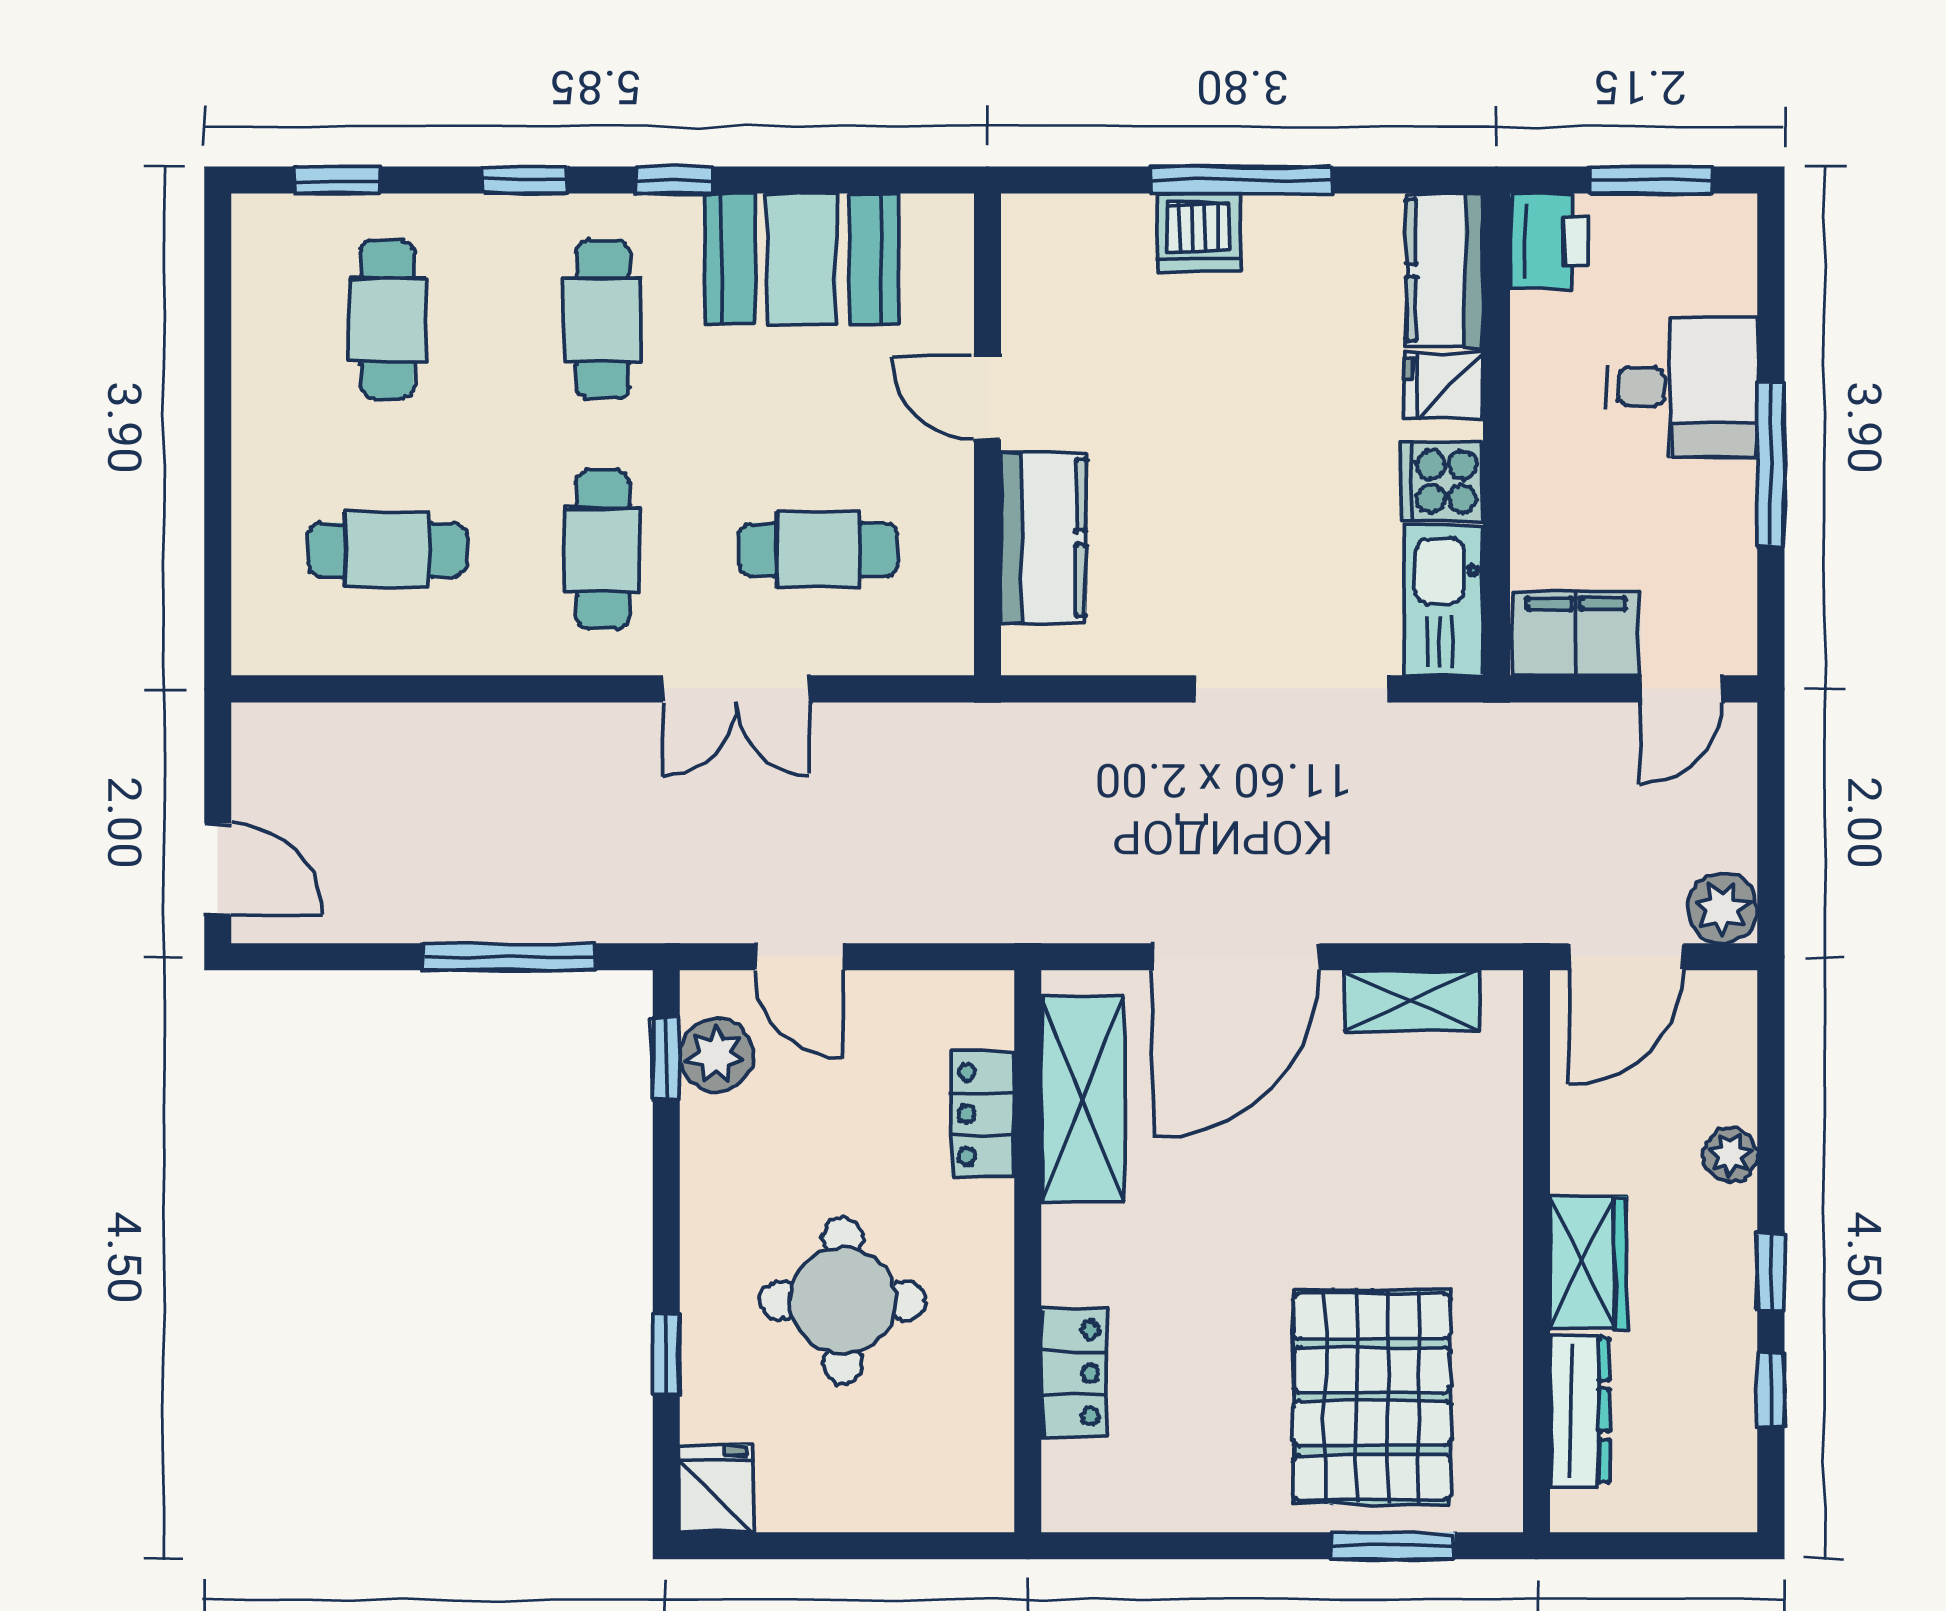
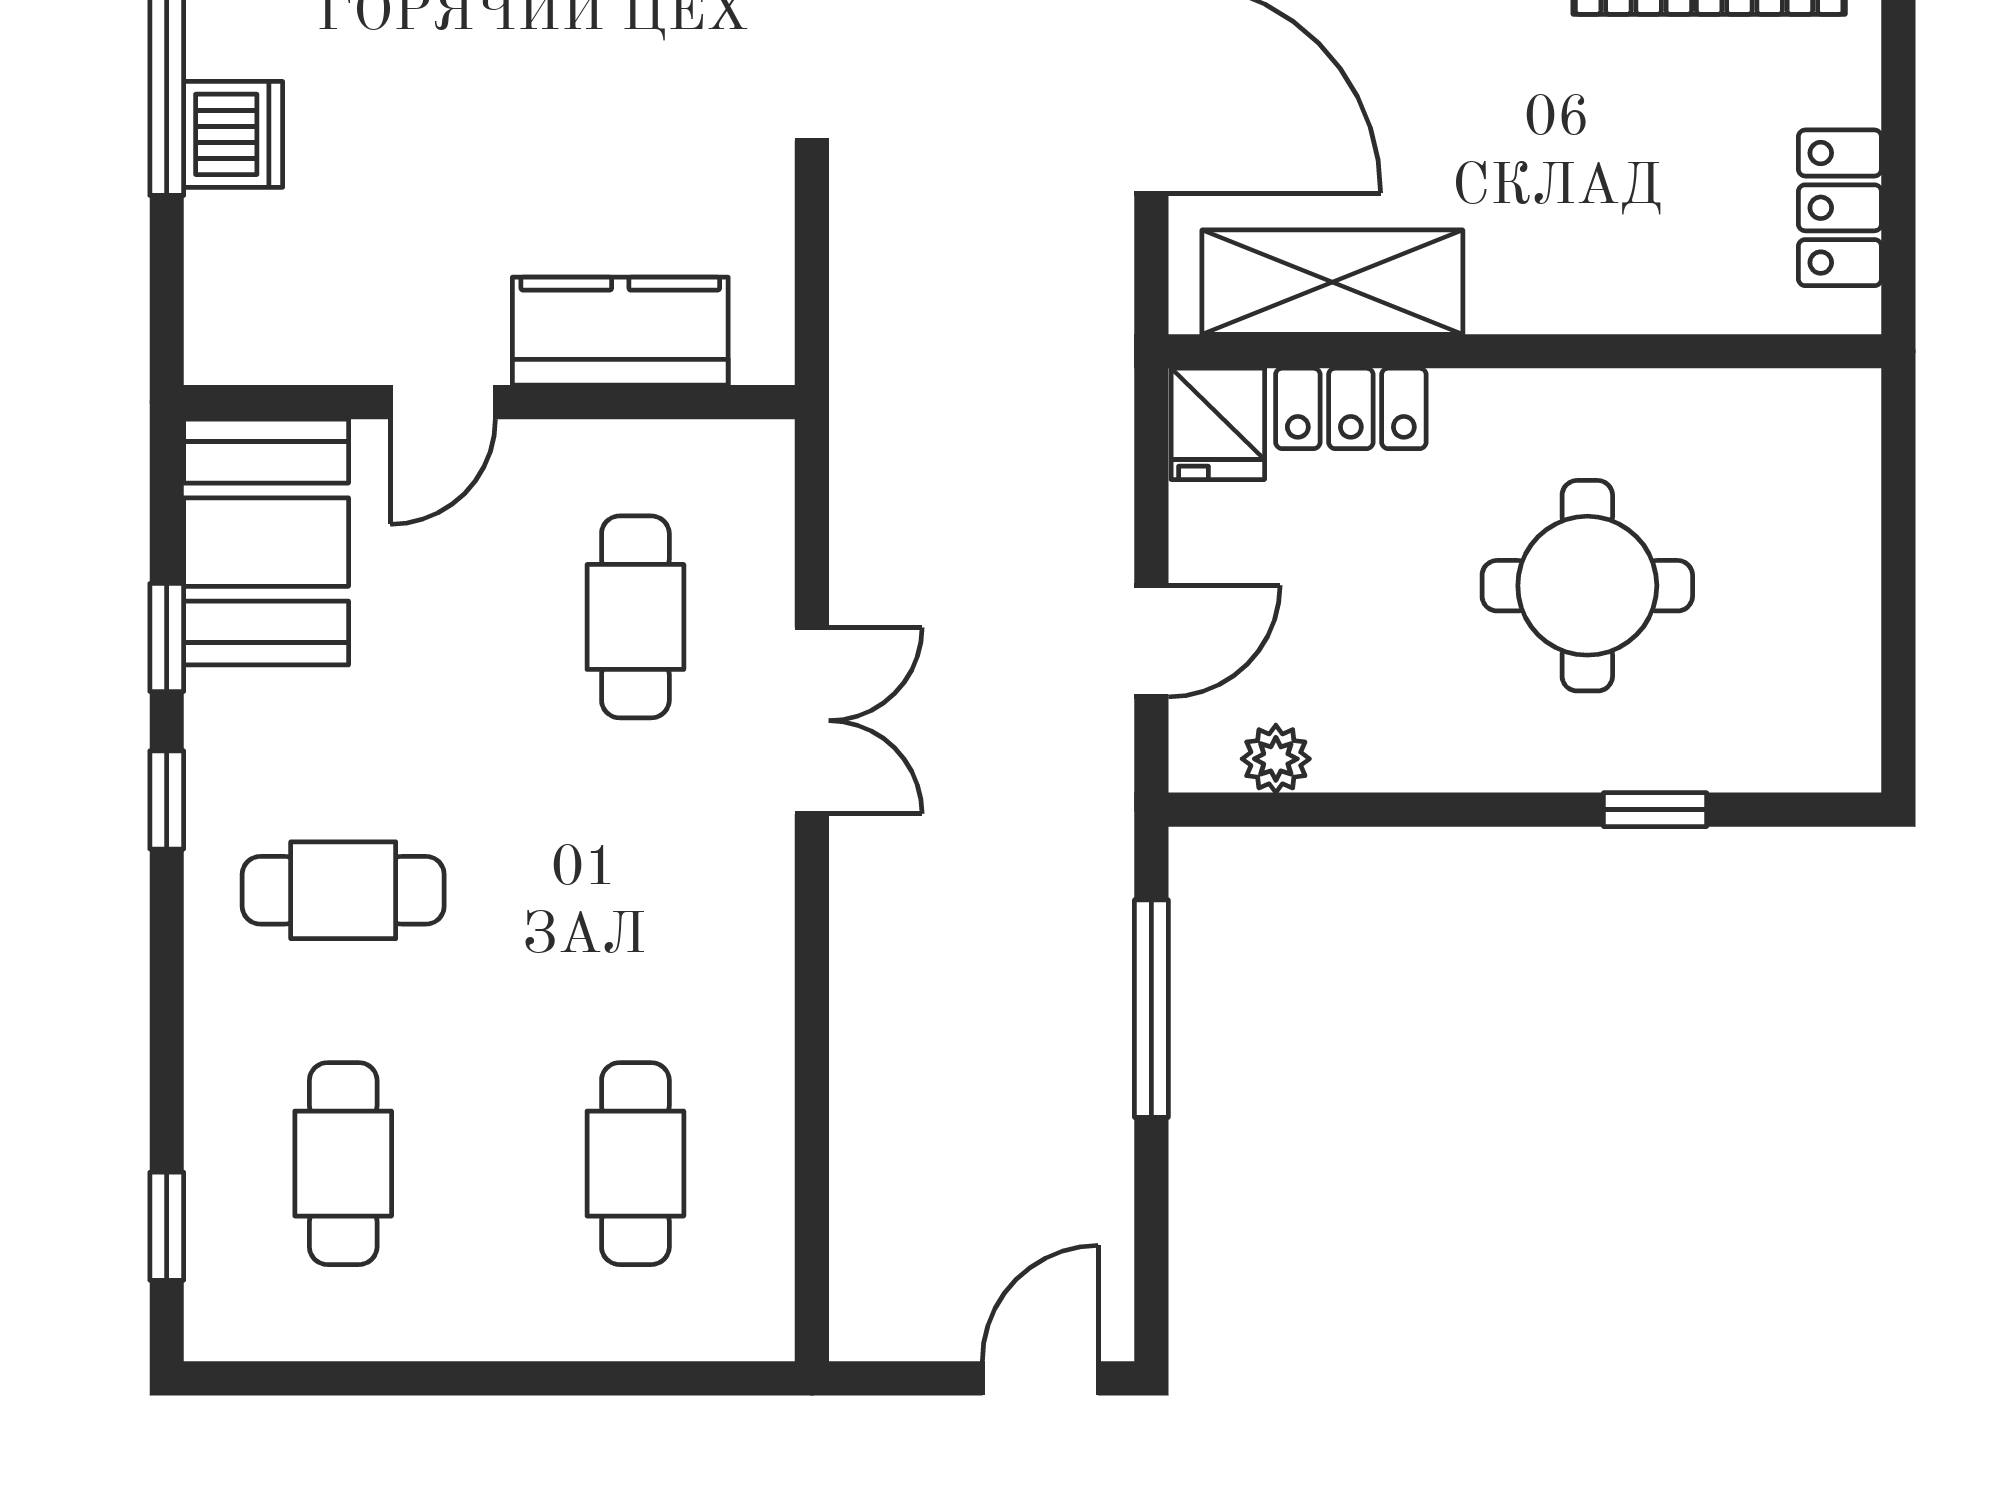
window: (525, 180) -> (167, 637), moved
booth: (802, 258) -> (266, 542), moved
cafe table: (387, 319) -> (343, 1164), turned 90
cafe table: (603, 550) -> (635, 890), removed
plant: (716, 1055) -> (1276, 759), width x0.73, depth x0.73
window: (666, 1058) -> (1280, 810), removed
locker: (1074, 1373) -> (1840, 208), moved, turned -90
fridge: (716, 1489) -> (1218, 424), moved, turned -90

